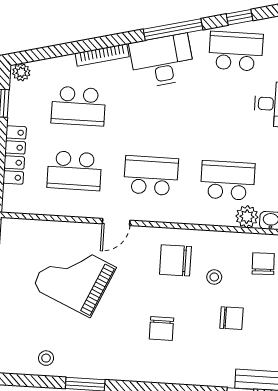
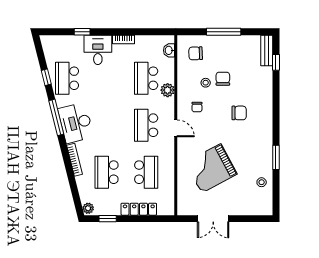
school desk: (78, 106) -> (107, 172), turned 180
plant: (247, 217) -> (168, 90), moved
door: (116, 222) -> (176, 128), moved
chair: (175, 260) -> (197, 107), width x0.54, depth x0.54
grand piano: (74, 278) -> (211, 168), turned 38
chair: (232, 318) -> (223, 79), moved

